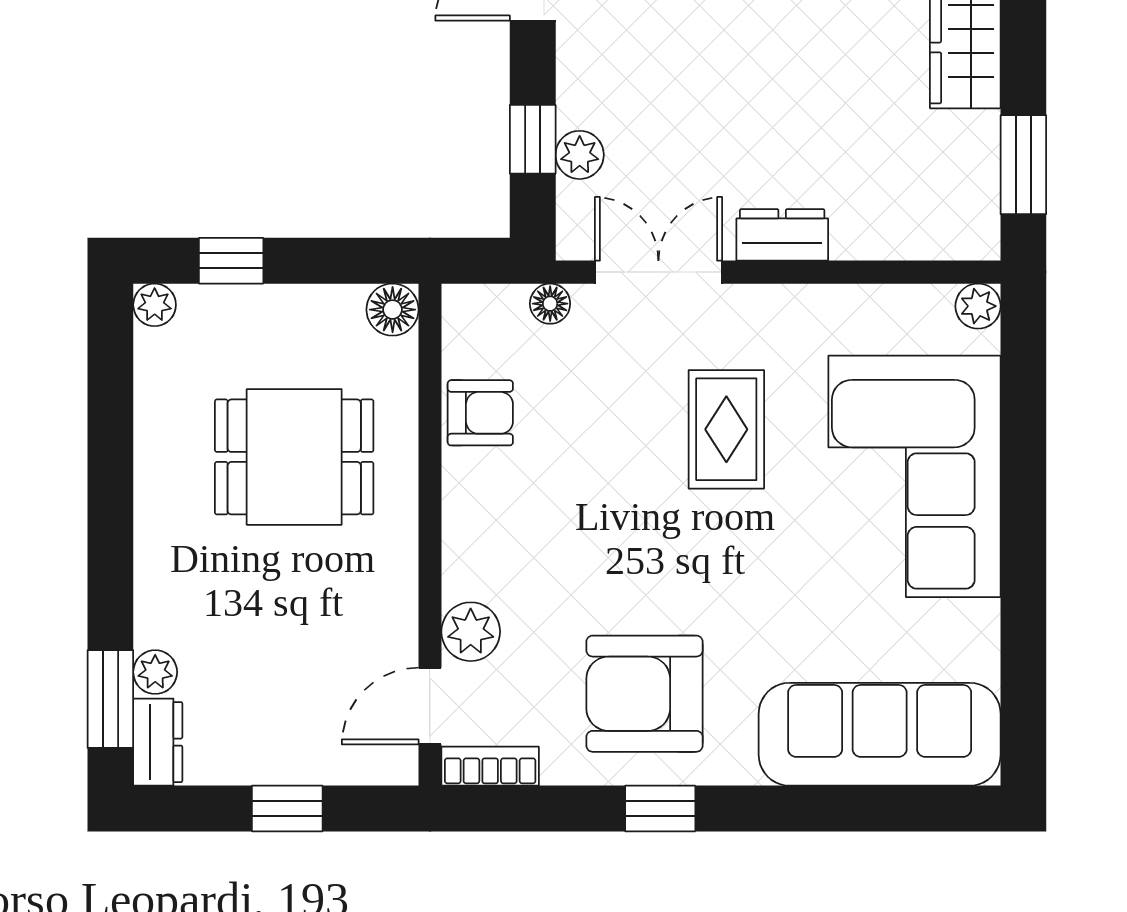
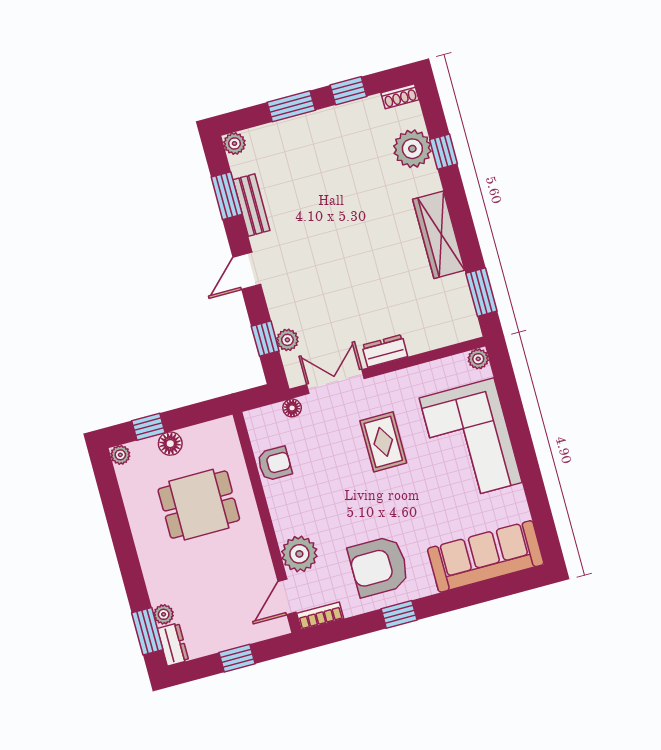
floor lamp: (393, 310) -> (170, 444), moved
plant: (471, 632) -> (299, 554), width x1.36, depth x1.36

